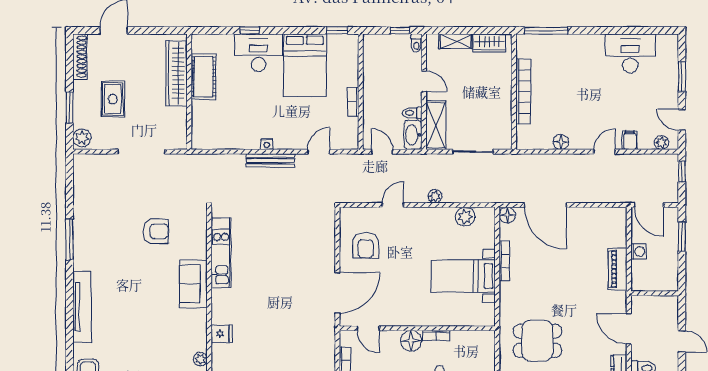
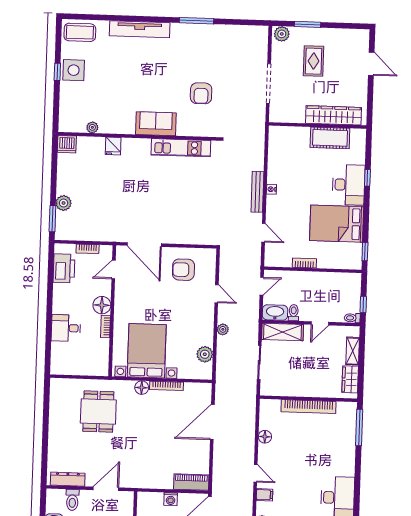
shoe rack: (80, 57) -> (350, 35), removed
rug: (113, 99) -> (314, 61), turned 90
floor lamp: (507, 215) -> (142, 388), moved
piano: (618, 269) -> (191, 482), moved
bed with nightstands: (463, 276) -> (147, 351), width x1.36

